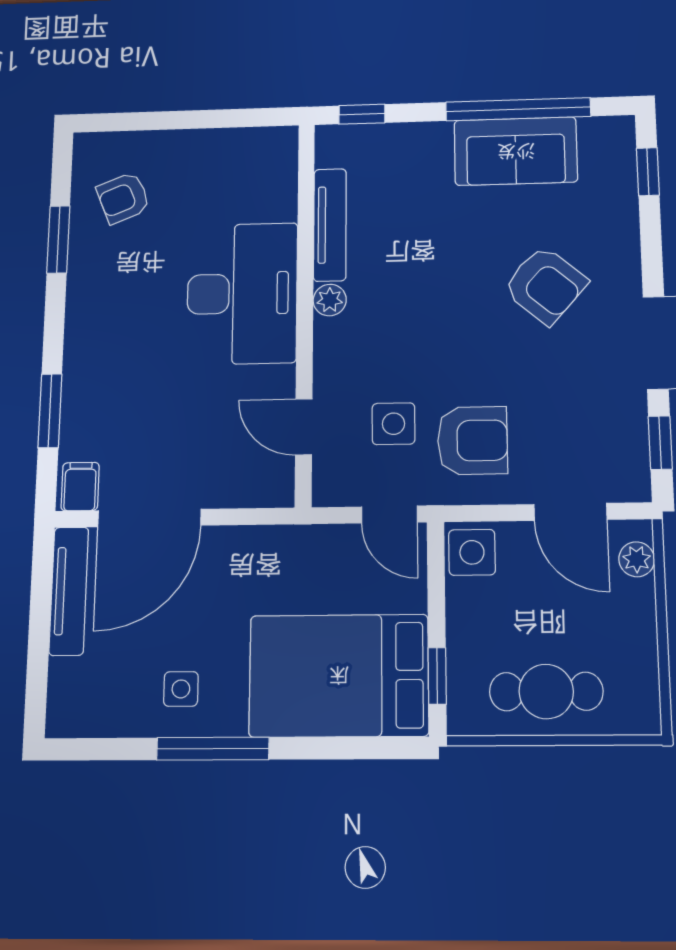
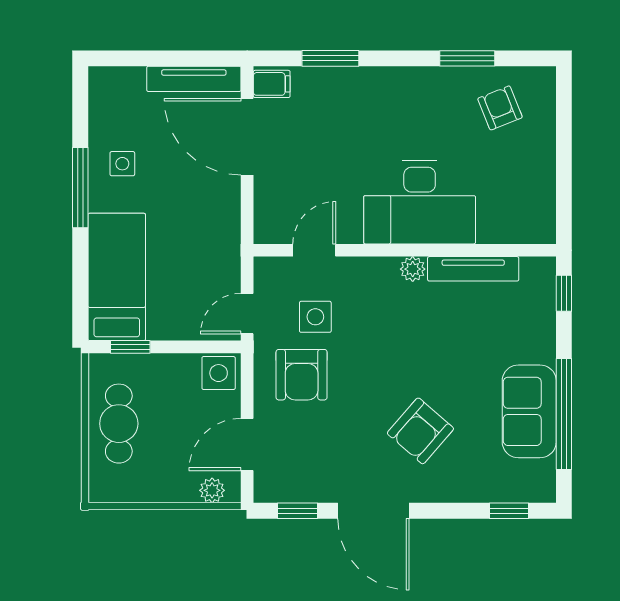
bed: (339, 675) -> (117, 277), width x0.67

